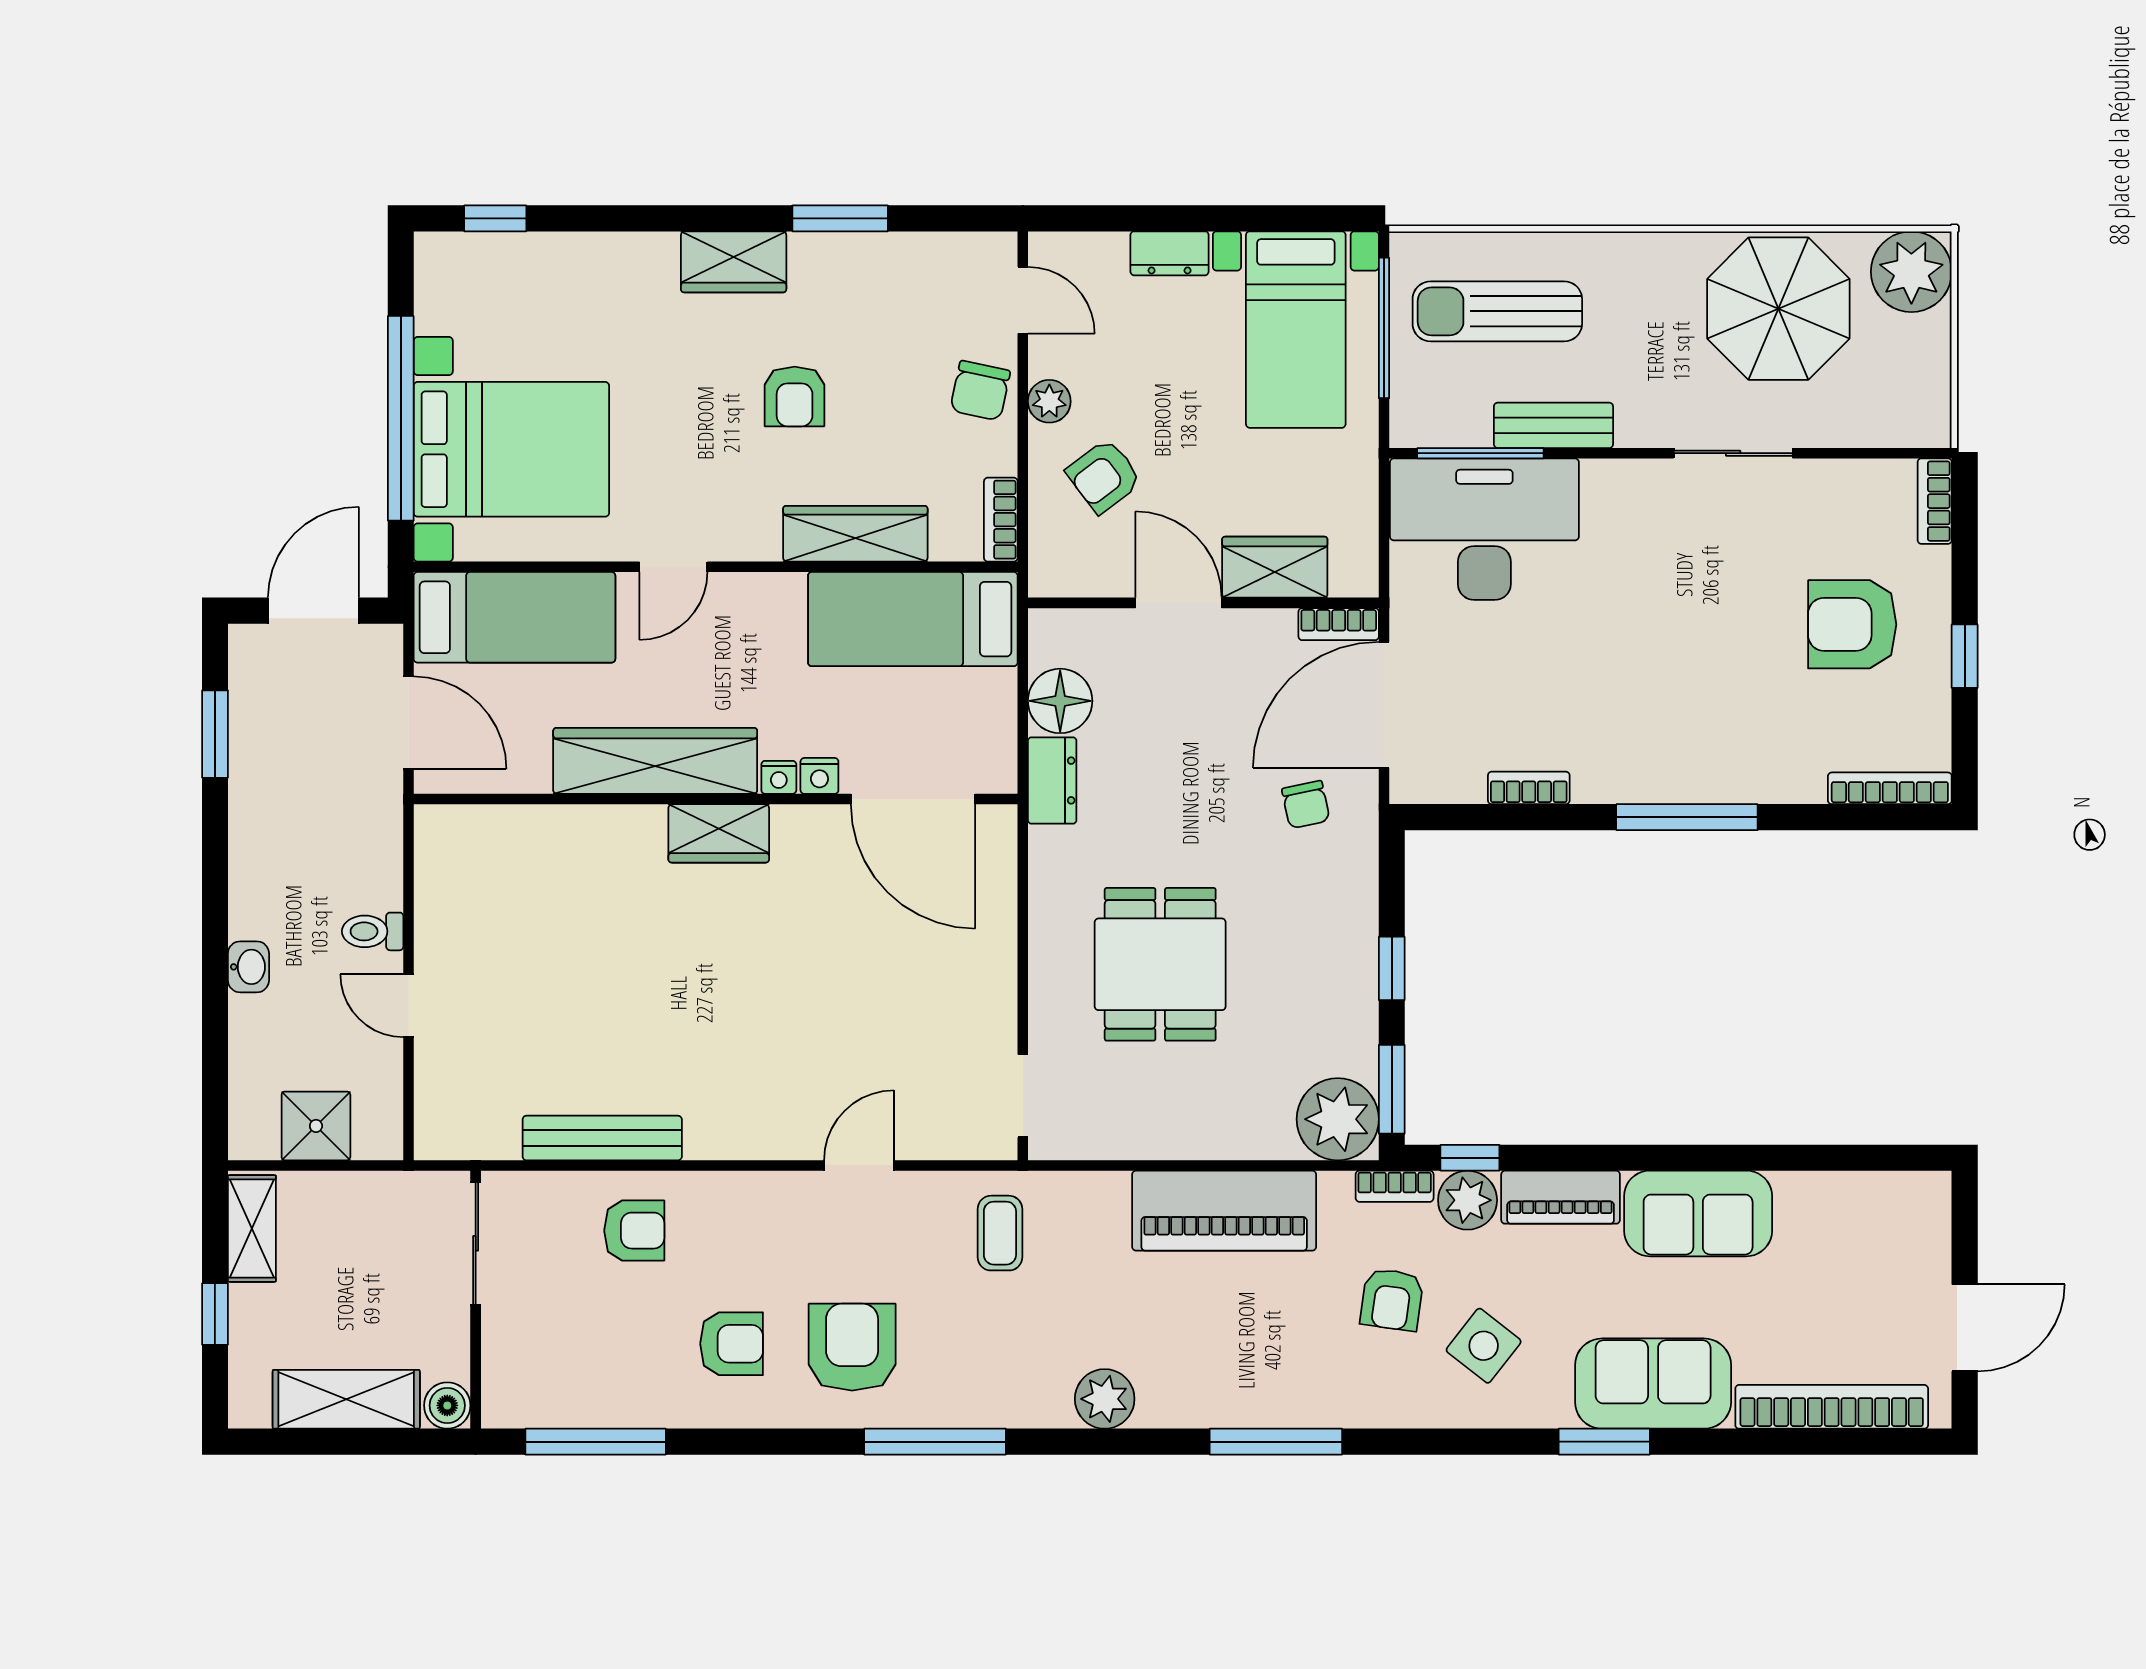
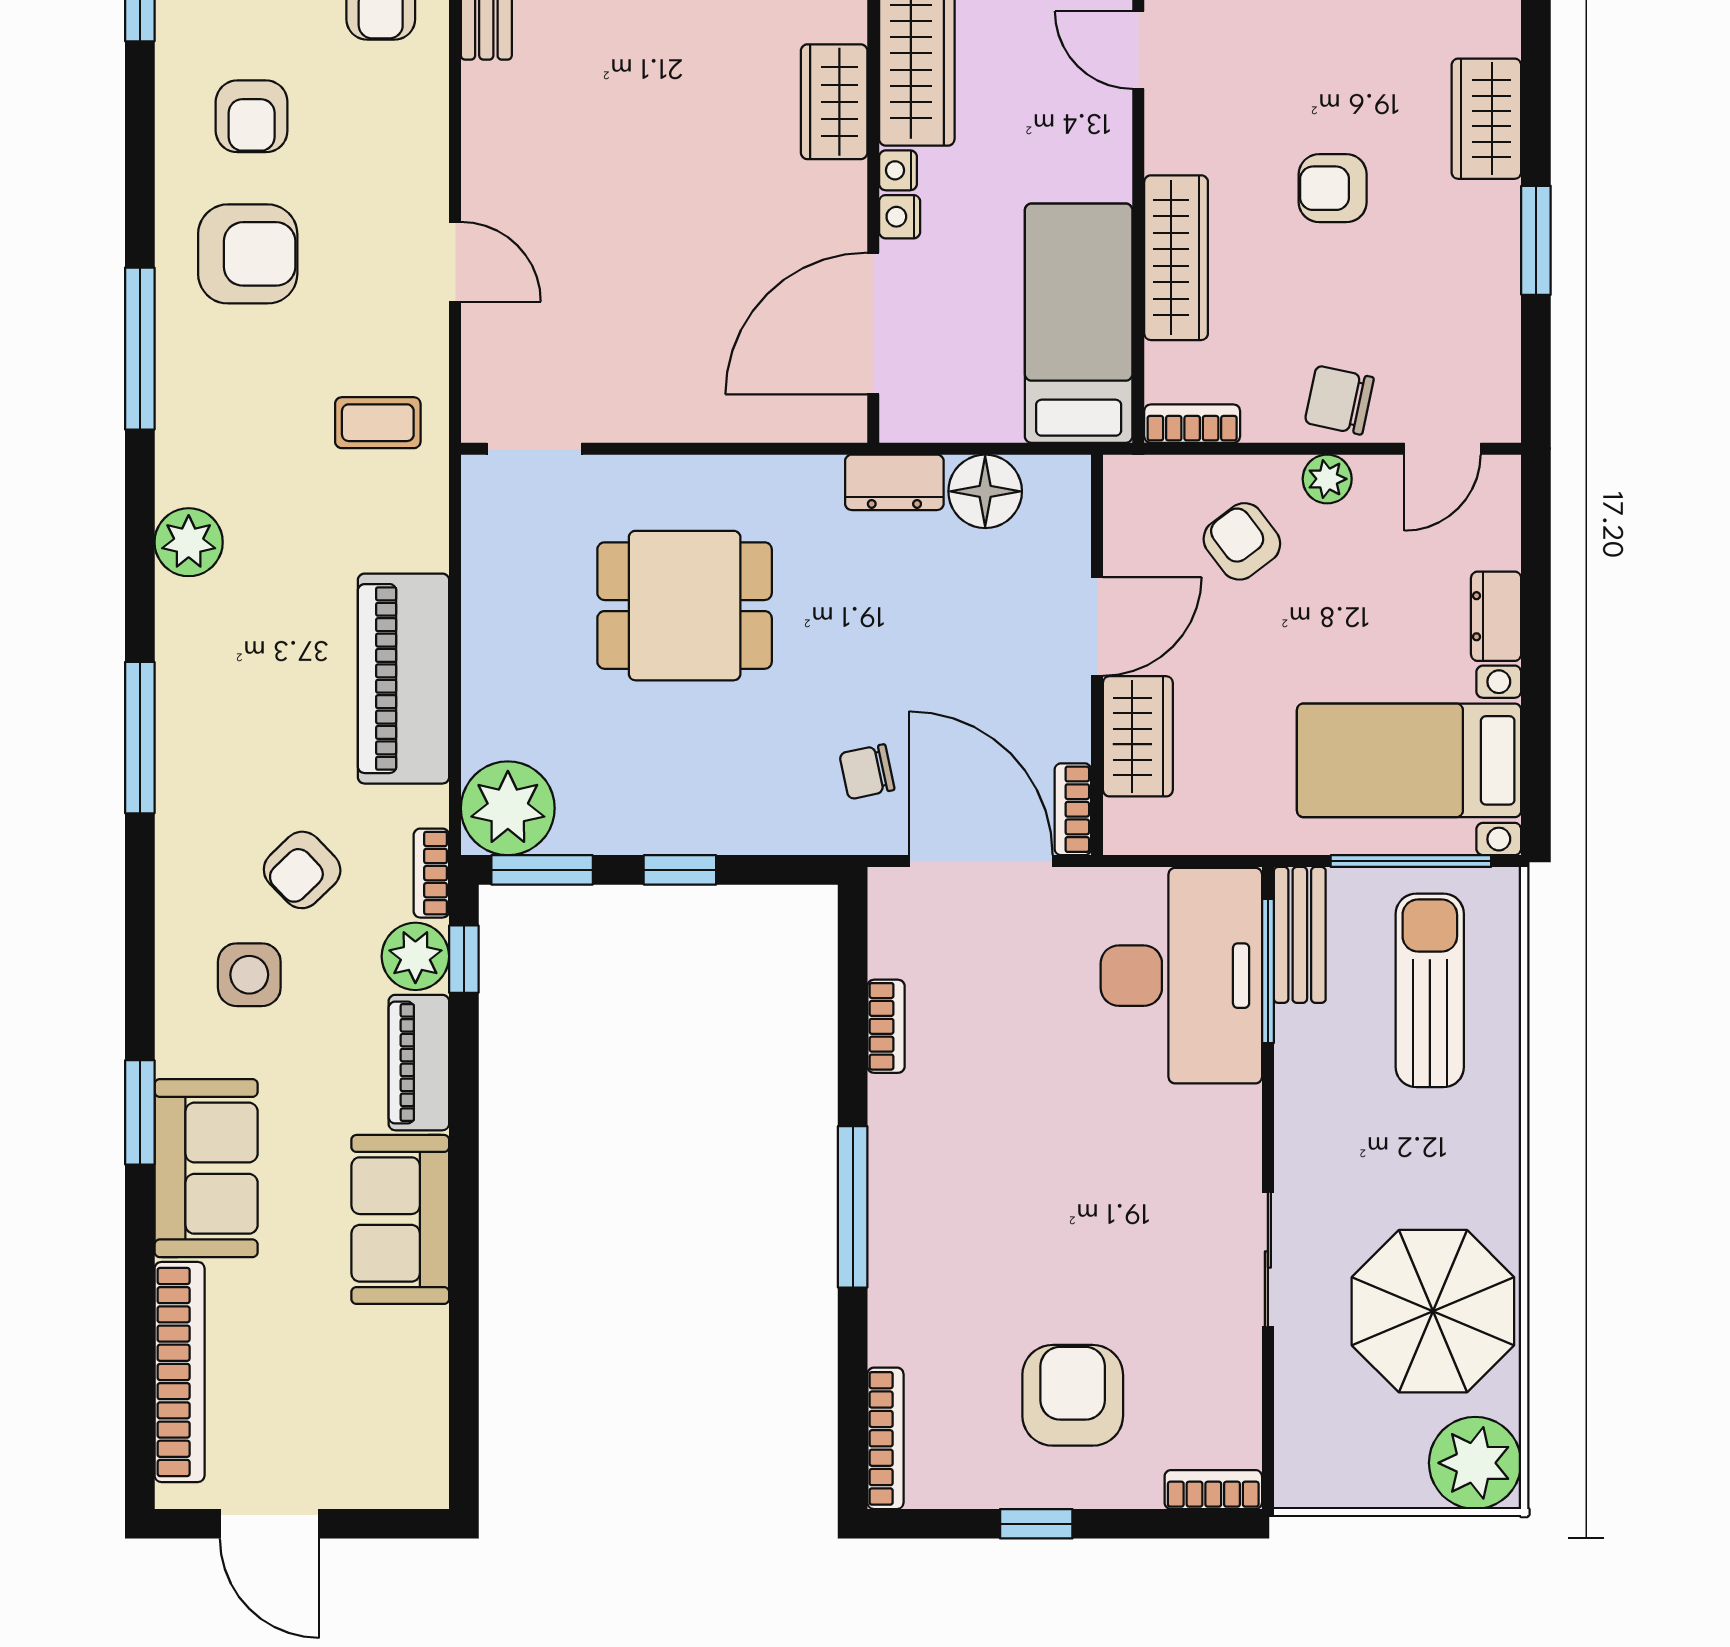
bench: (1553, 425) -> (1300, 935), moved
armchair: (1392, 1299) -> (302, 870), turned -52
side table: (1484, 1346) -> (249, 975), turned -38

